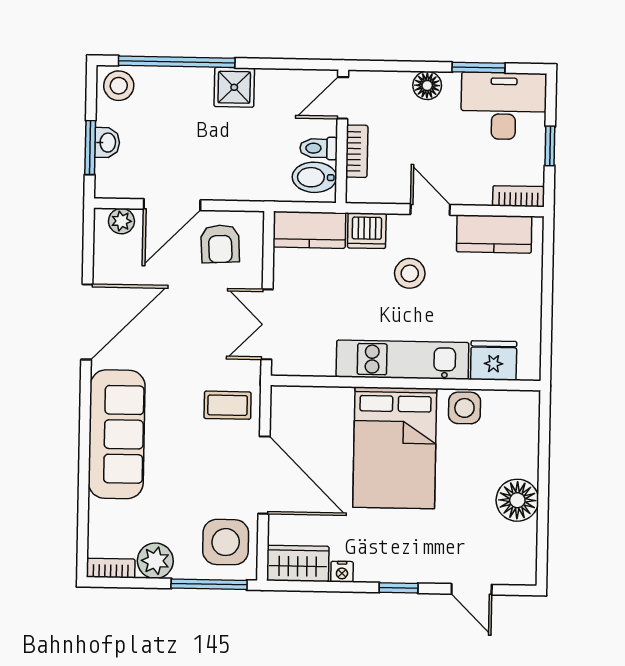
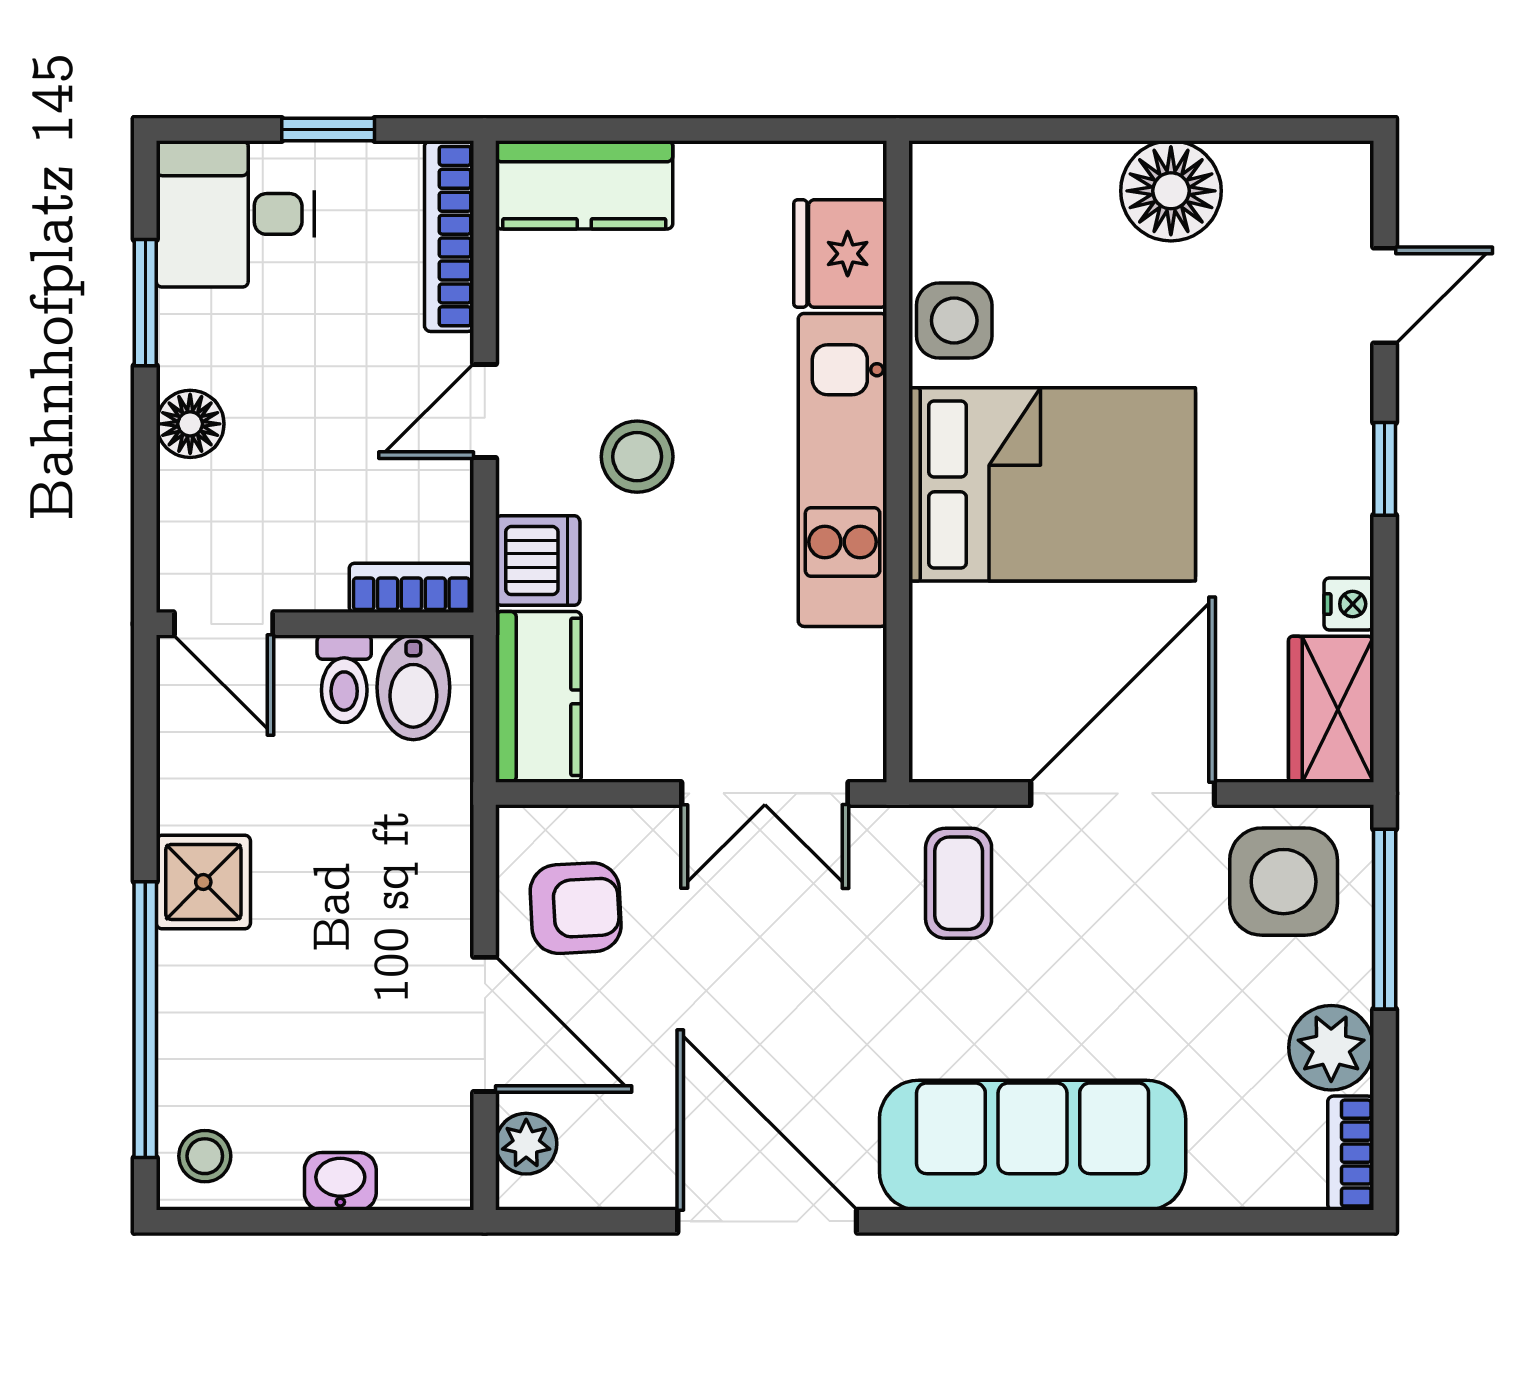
stool: (119, 86) -> (205, 1156), width x0.73, depth x0.73
desk: (504, 106) -> (235, 214), width x0.73
window: (90, 148) -> (353, 1221), removed
bookcase: (357, 151) -> (411, 588), moved
bookcase: (519, 196) -> (449, 236), width x1.56
kitchen counter: (494, 234) -> (584, 185), moved, turned 90

